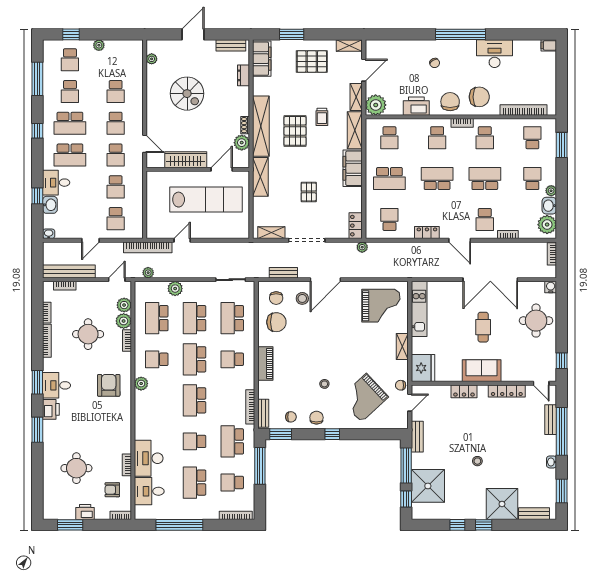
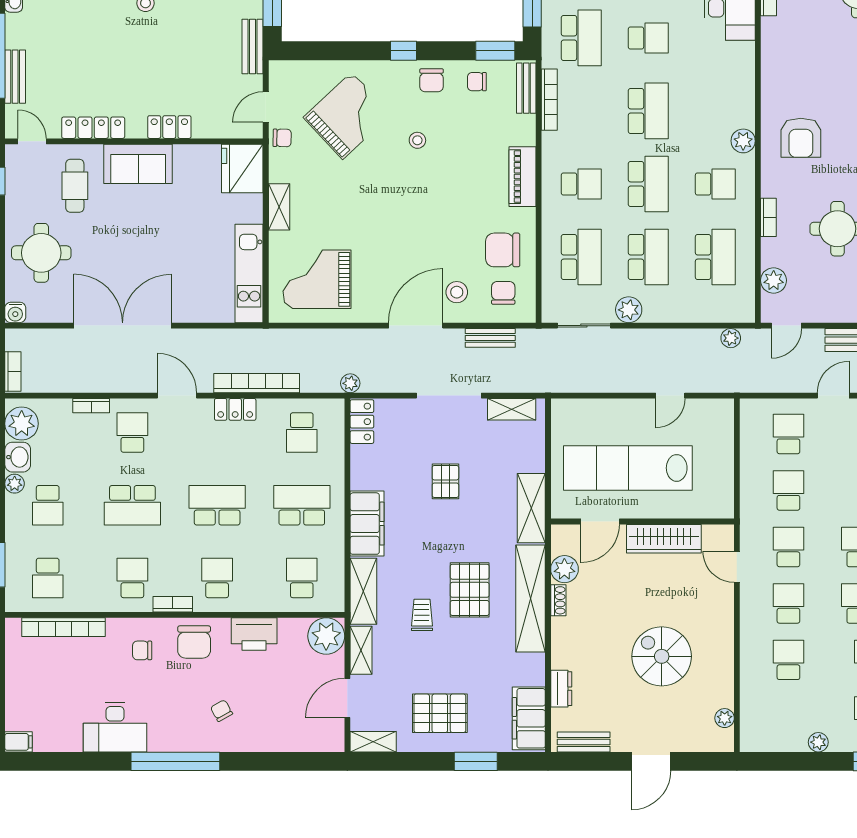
chair: (479, 97) -> (142, 650), width x0.54, depth x0.54
school desk: (437, 179) -> (217, 505), turned 180
bookcase: (148, 247) -> (257, 383), moved
plant: (175, 289) -> (629, 310), moved
plant: (124, 321) -> (774, 252), removed
cafe table: (483, 327) -> (75, 186), moved

